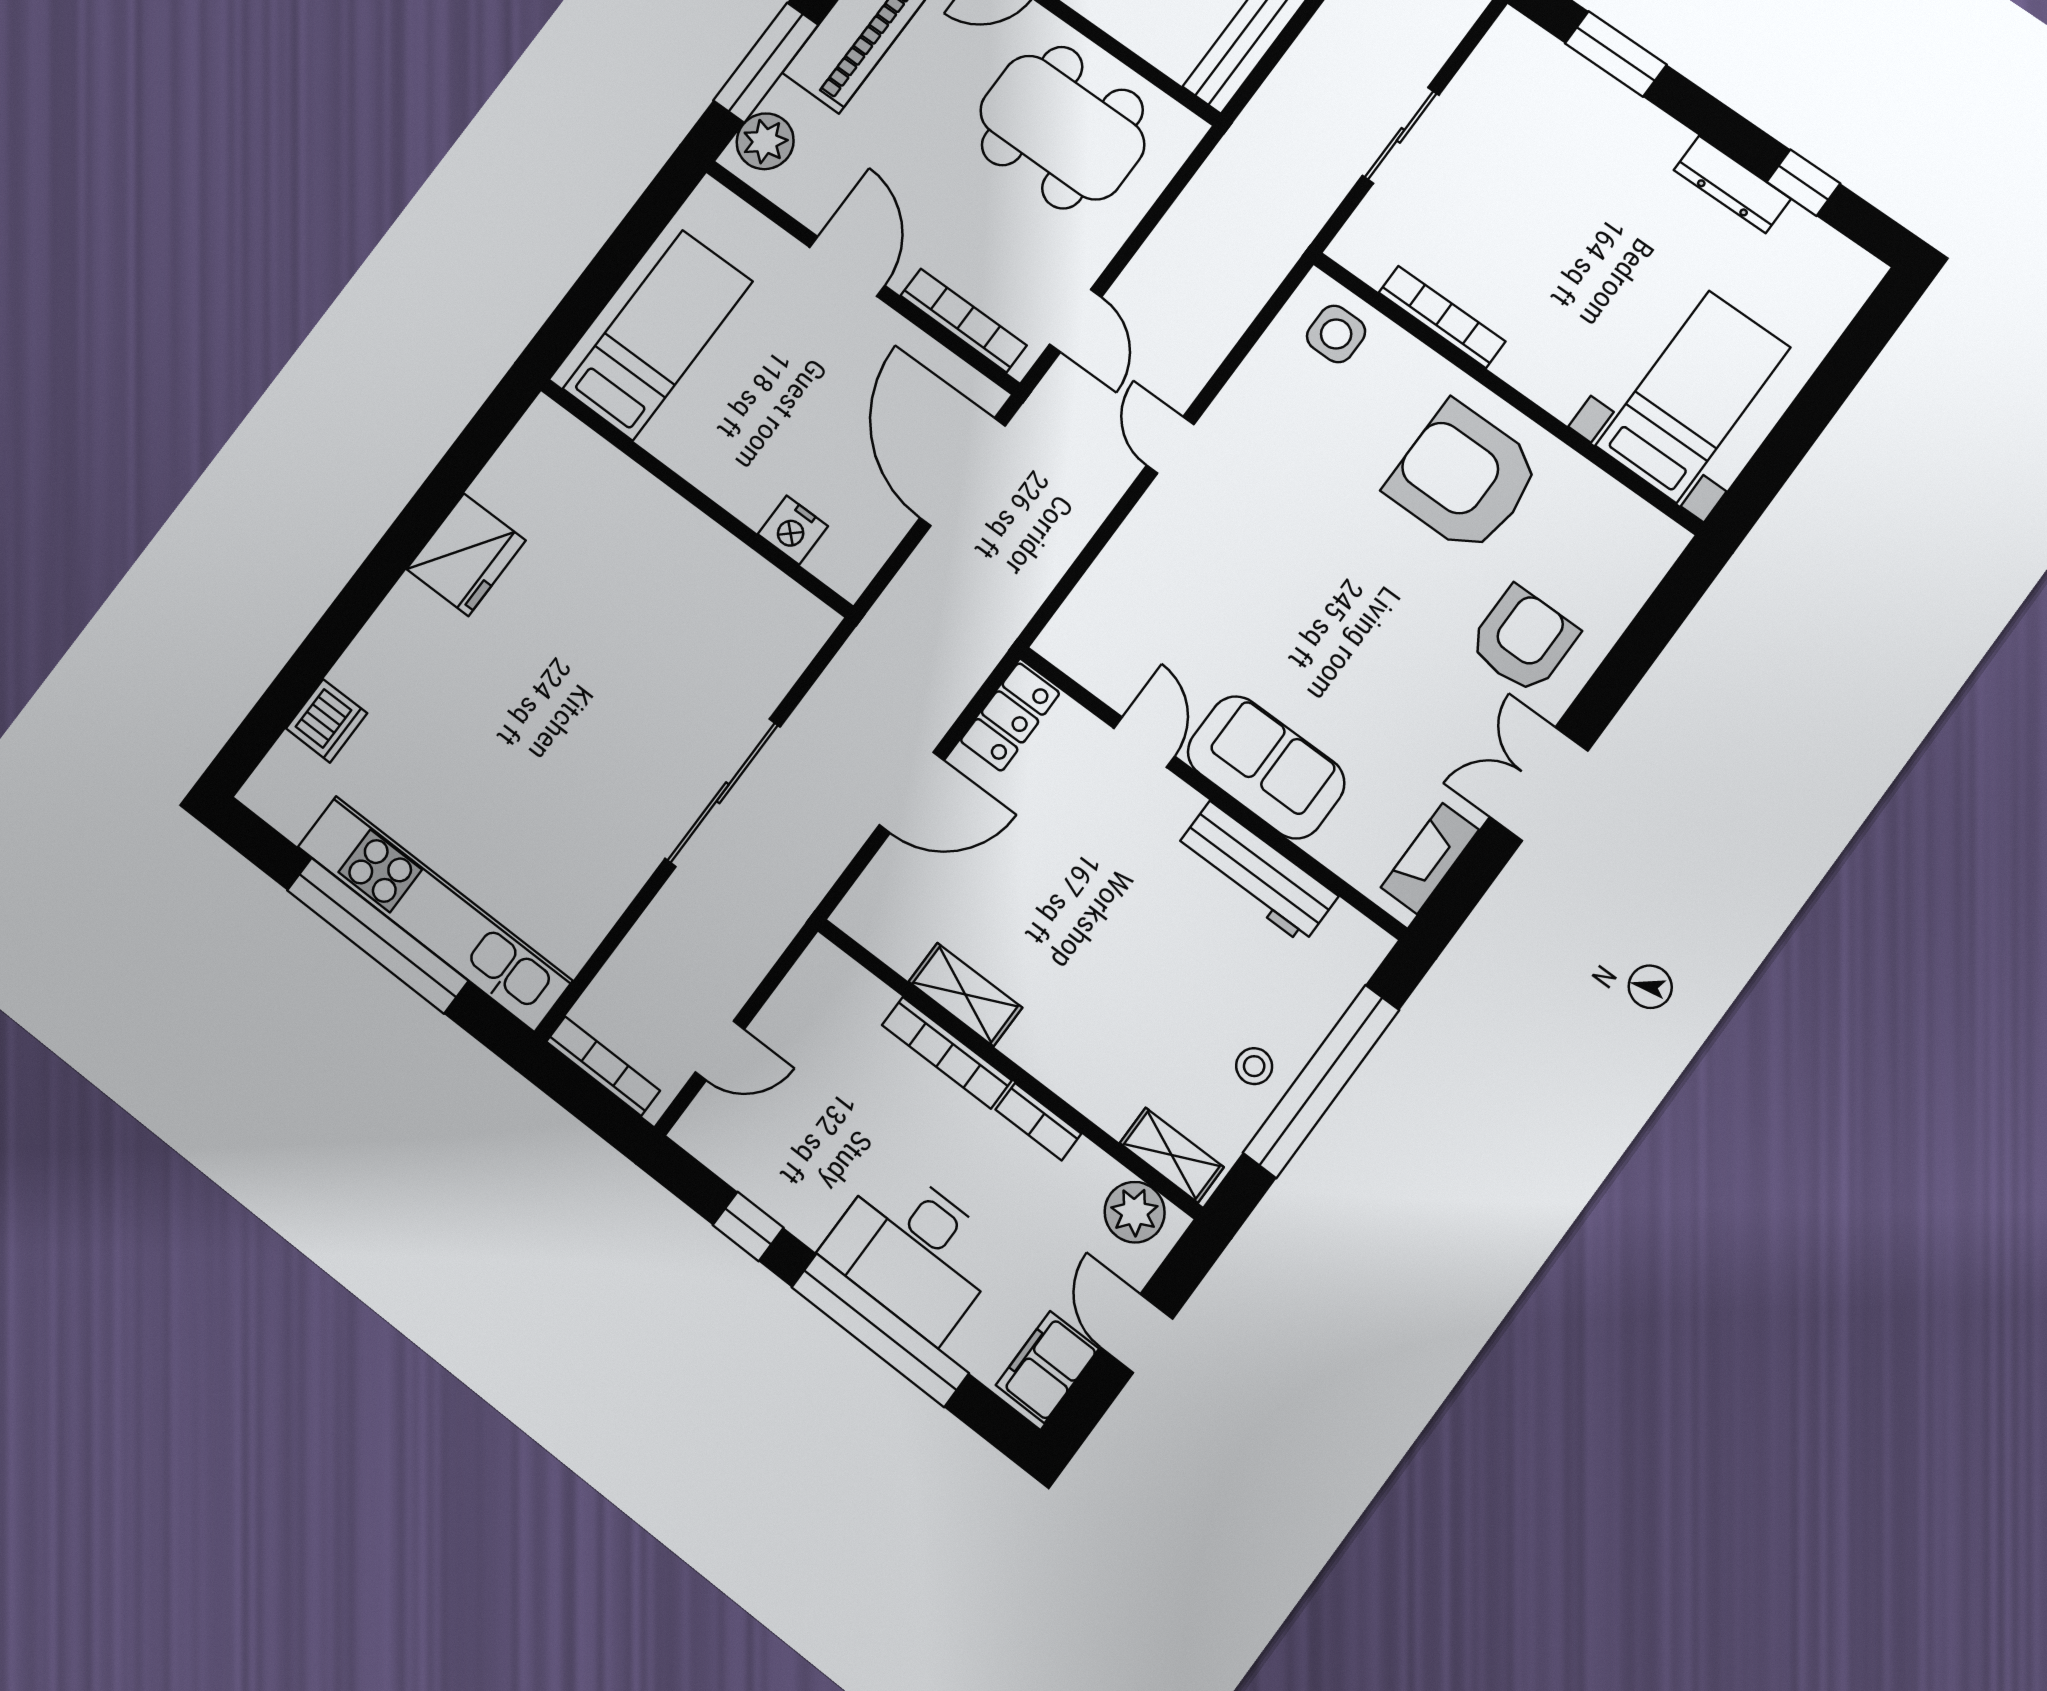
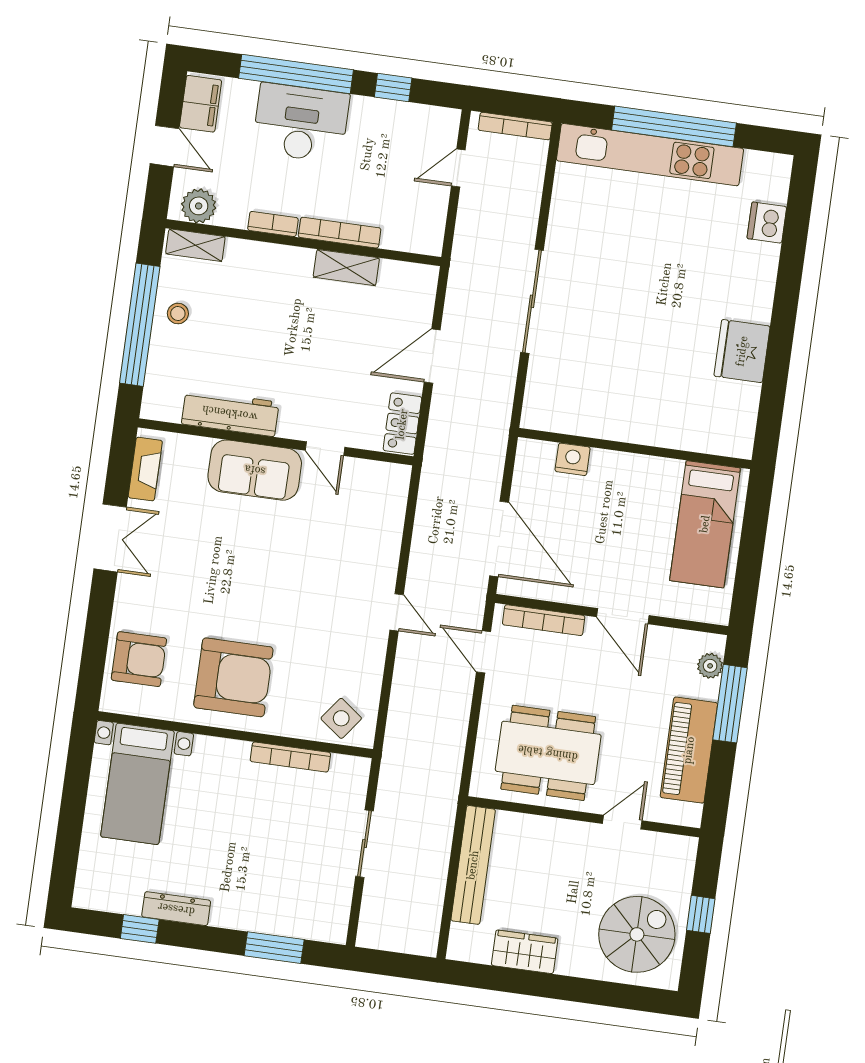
plant: (765, 141) -> (710, 666), width x0.73, depth x0.73
side table: (1336, 334) -> (341, 718), turned 37
armchair: (1523, 640) -> (139, 659), moved, turned -90

